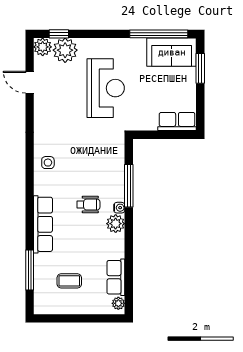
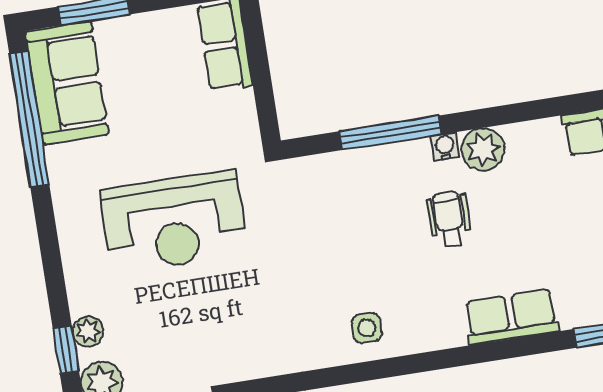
plant: (65, 50) -> (88, 331), width x0.53, depth x0.53
reception desk: (106, 88) -> (174, 222), turned 180
row of seats: (43, 224) -> (511, 317), width x0.68

